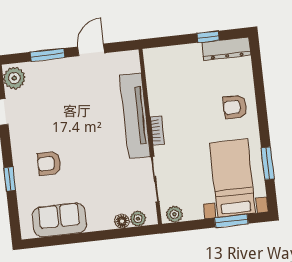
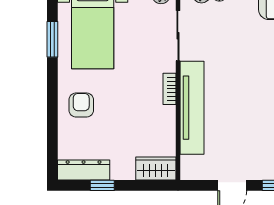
wardrobe: (161, 57) -> (156, 169), added
armchair: (235, 107) -> (81, 105), turned -90

